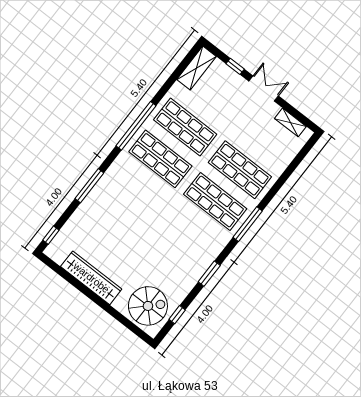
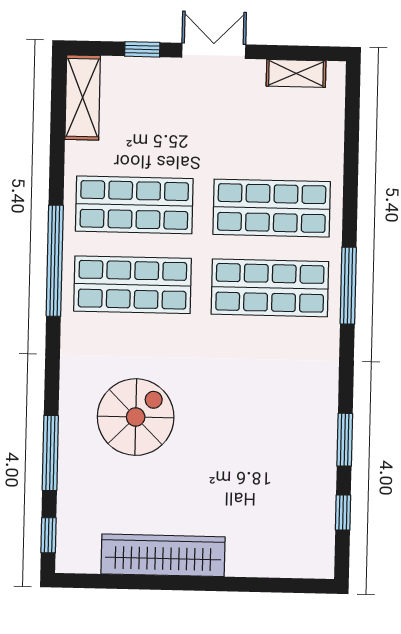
window: (89, 186) -> (50, 453), moved
window: (209, 274) -> (345, 440), moved
spiral stairs: (148, 306) -> (136, 417), moved

